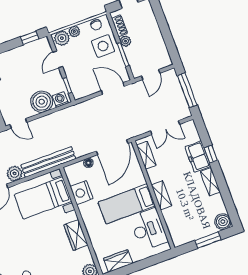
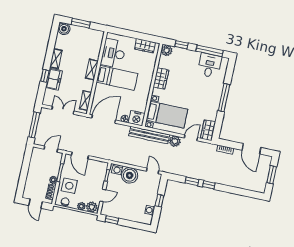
nightstand: (82, 193) -> (137, 118), moved, turned 90

